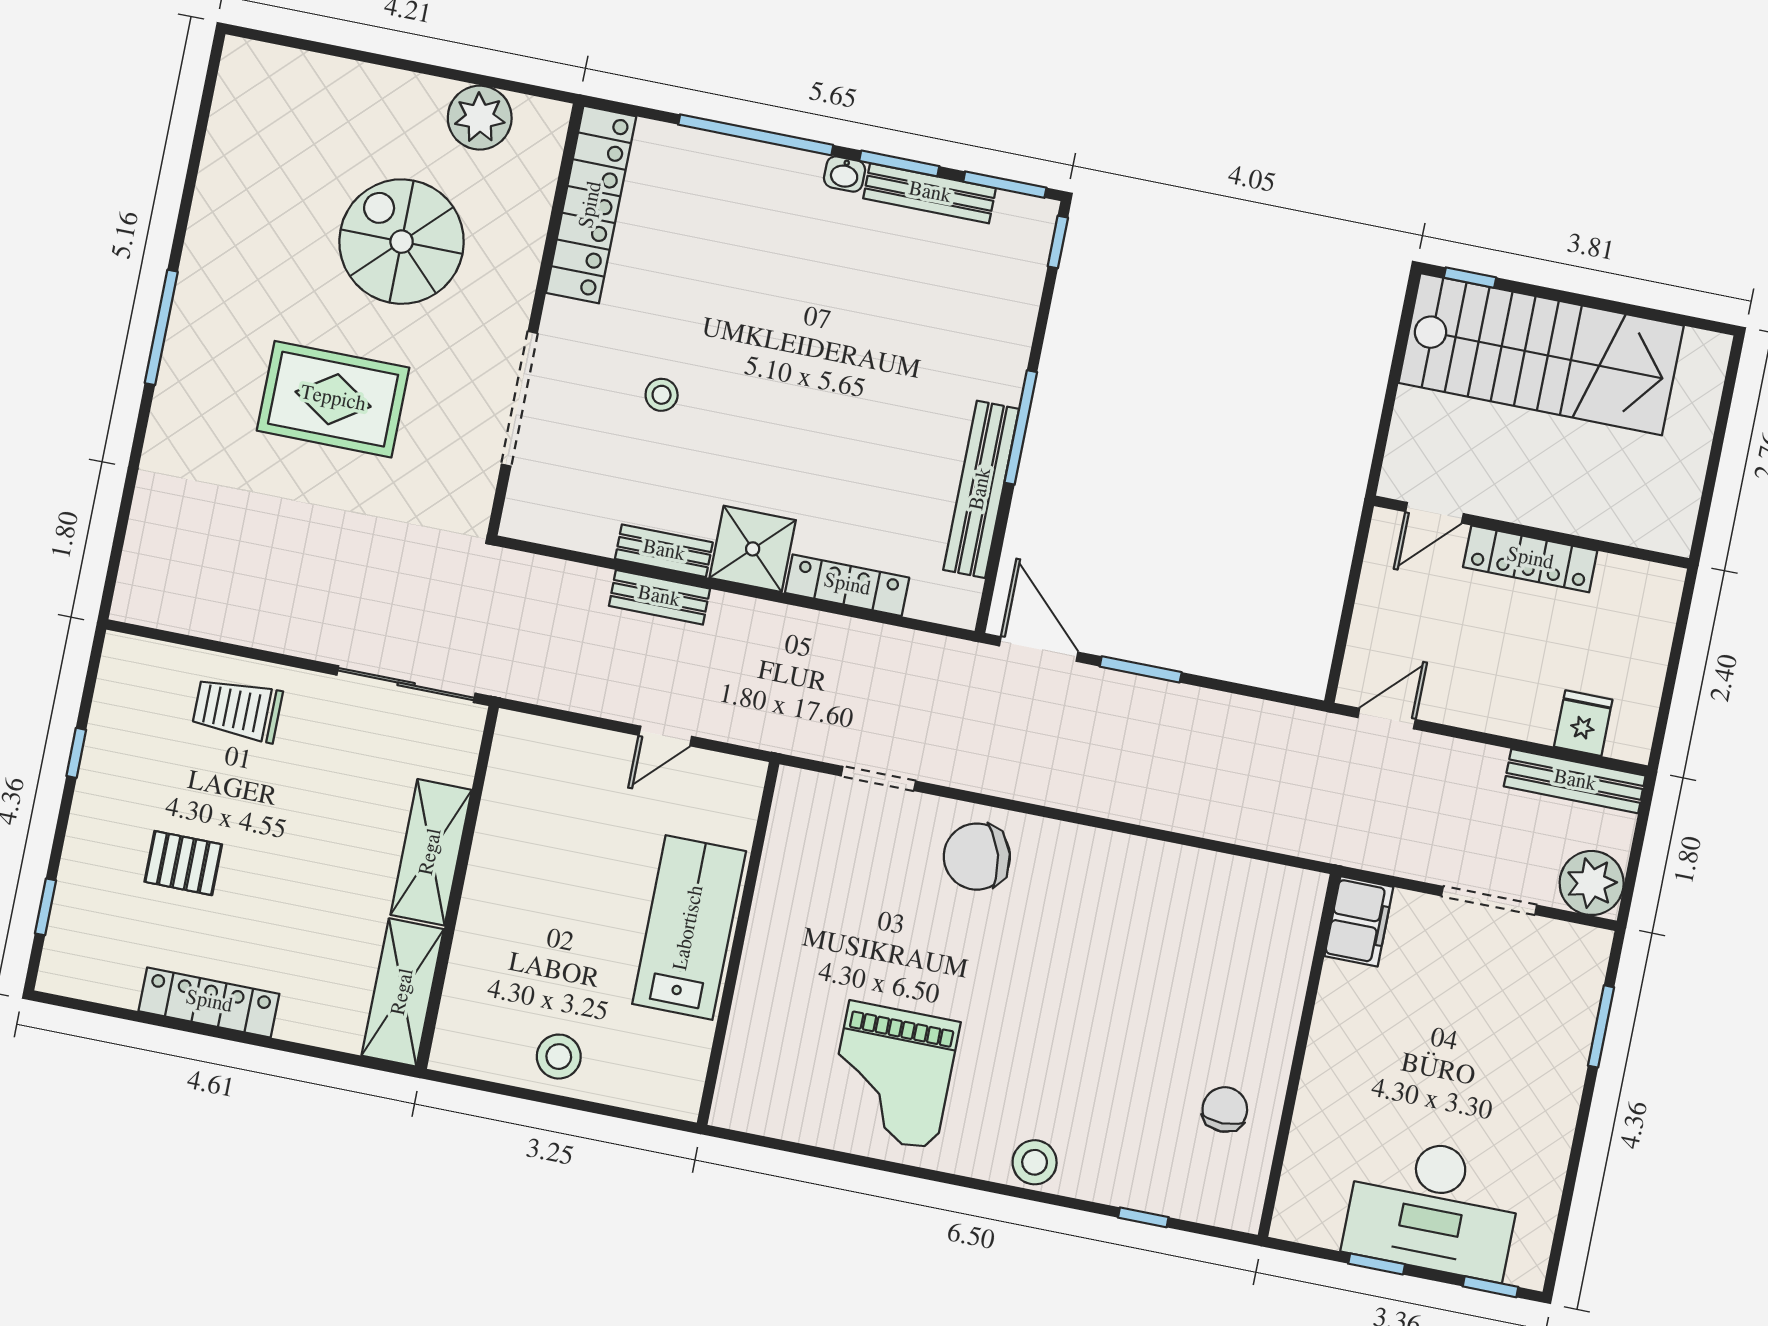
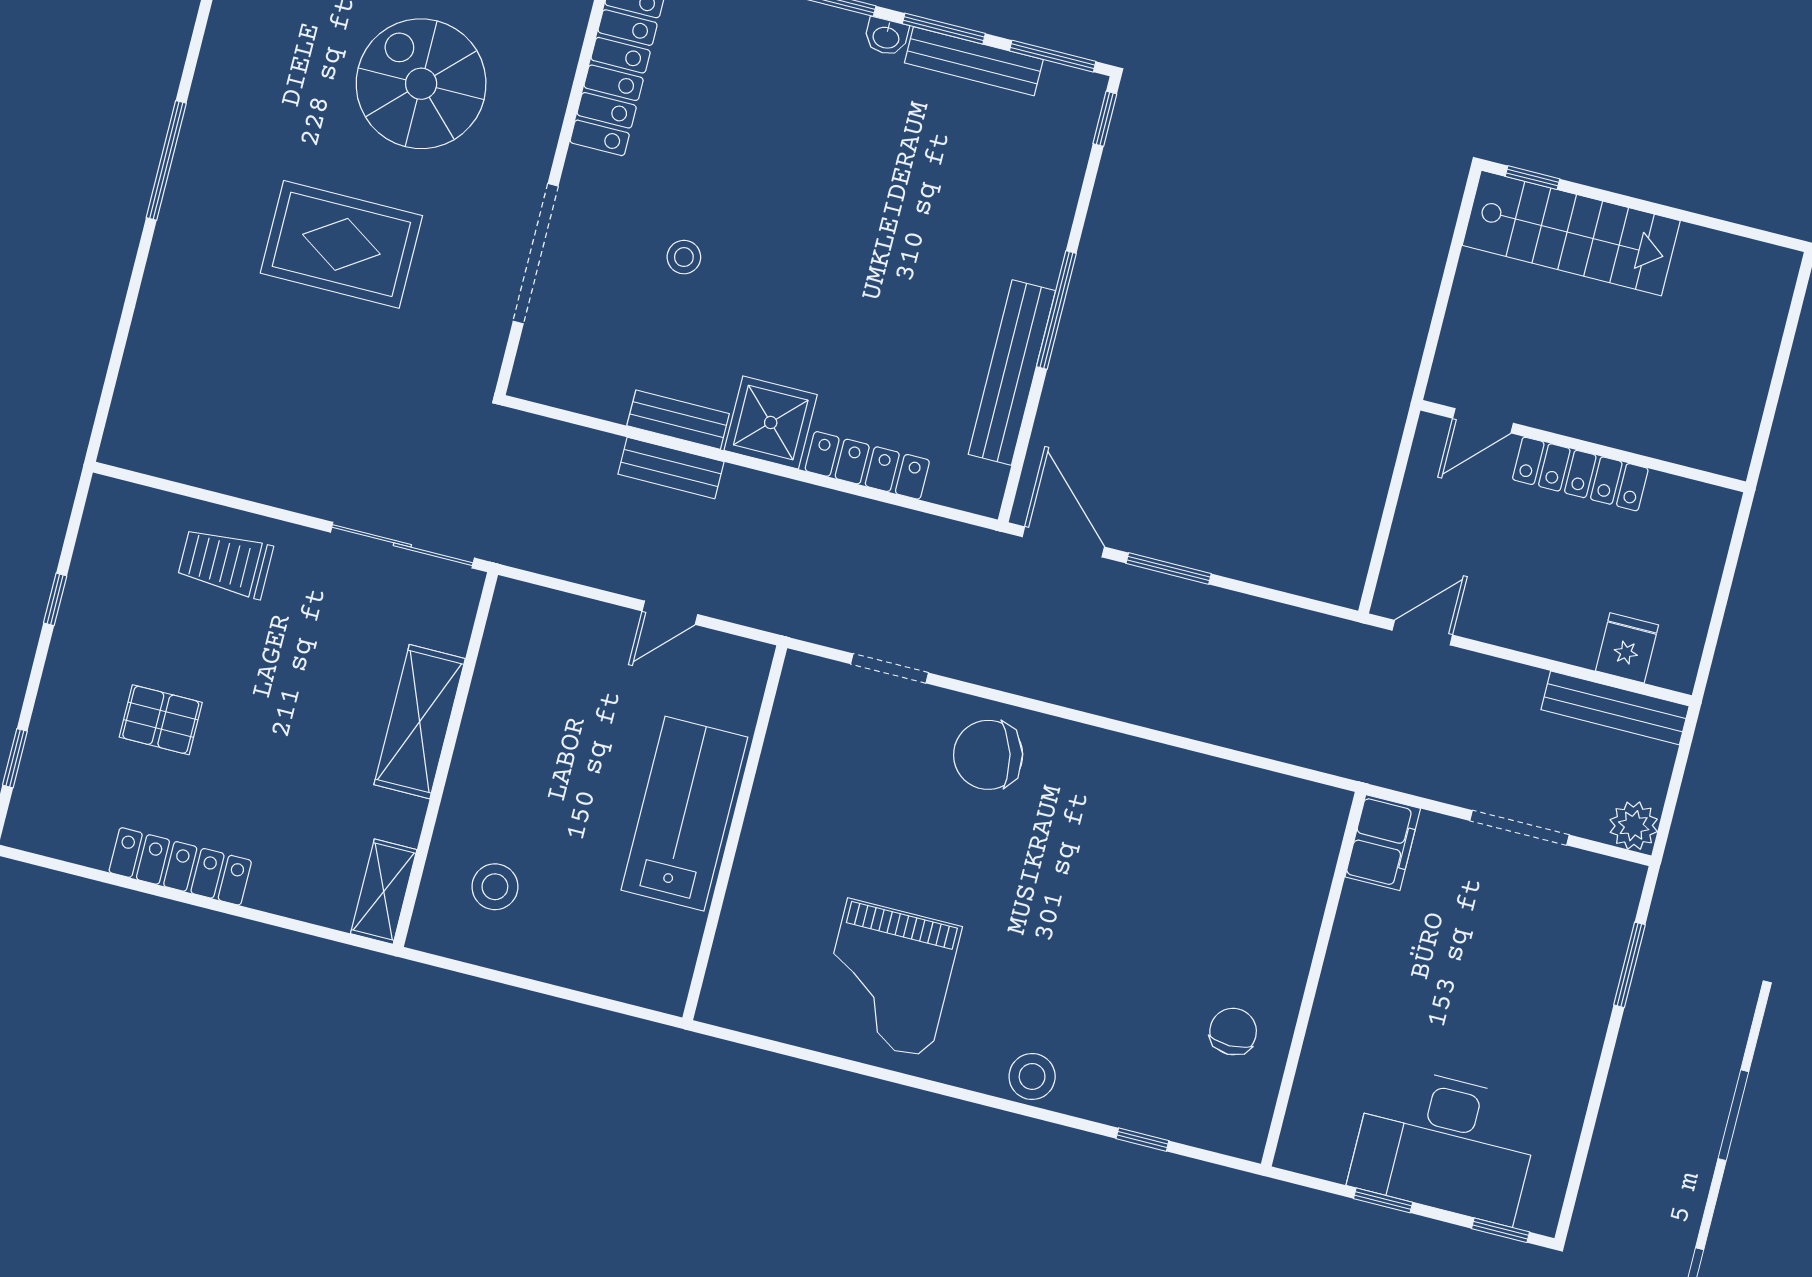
stairs: (1541, 354) -> (1571, 233), width x0.73, depth x0.66
plant: (1592, 883) -> (1634, 826), width x0.73, depth x0.73
shelving: (403, 992) -> (384, 892), width x0.67, depth x0.75
stool: (559, 1057) -> (495, 887), moved

